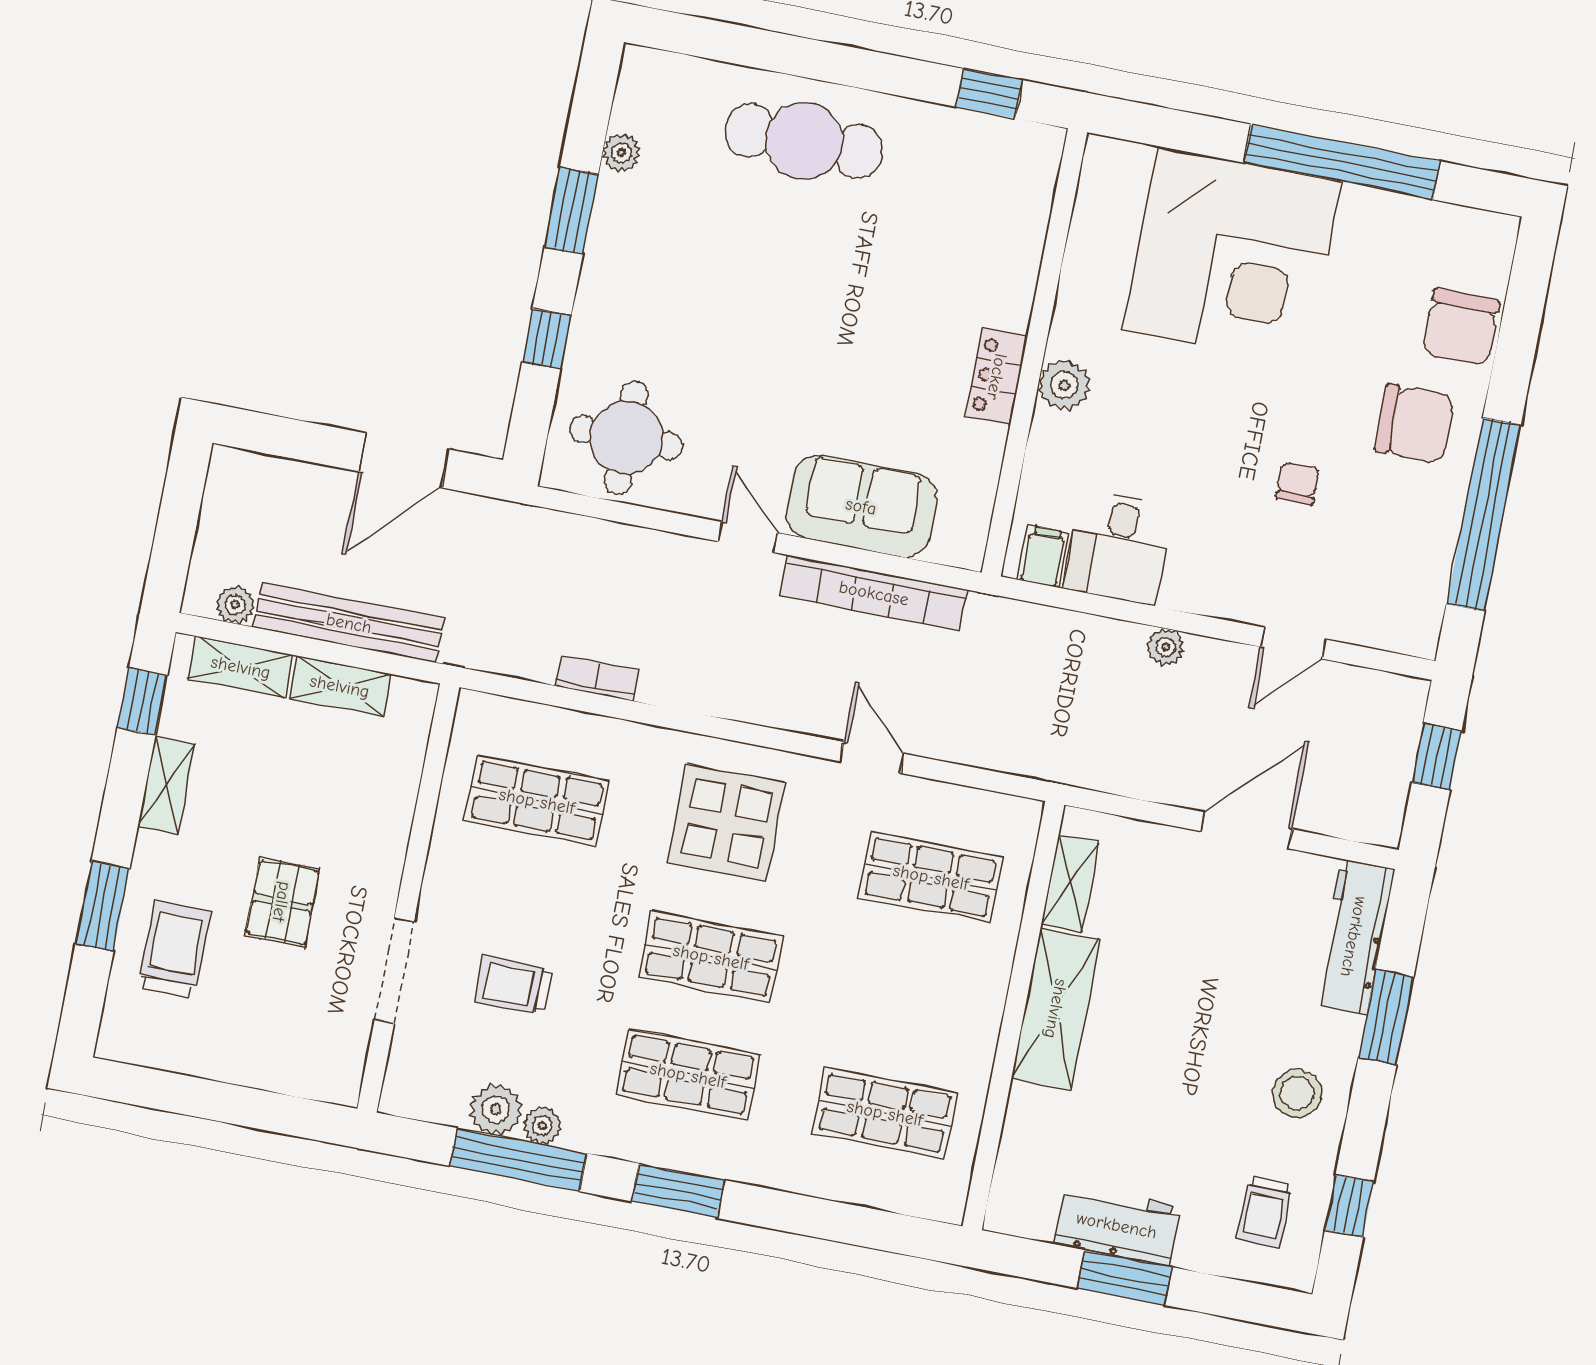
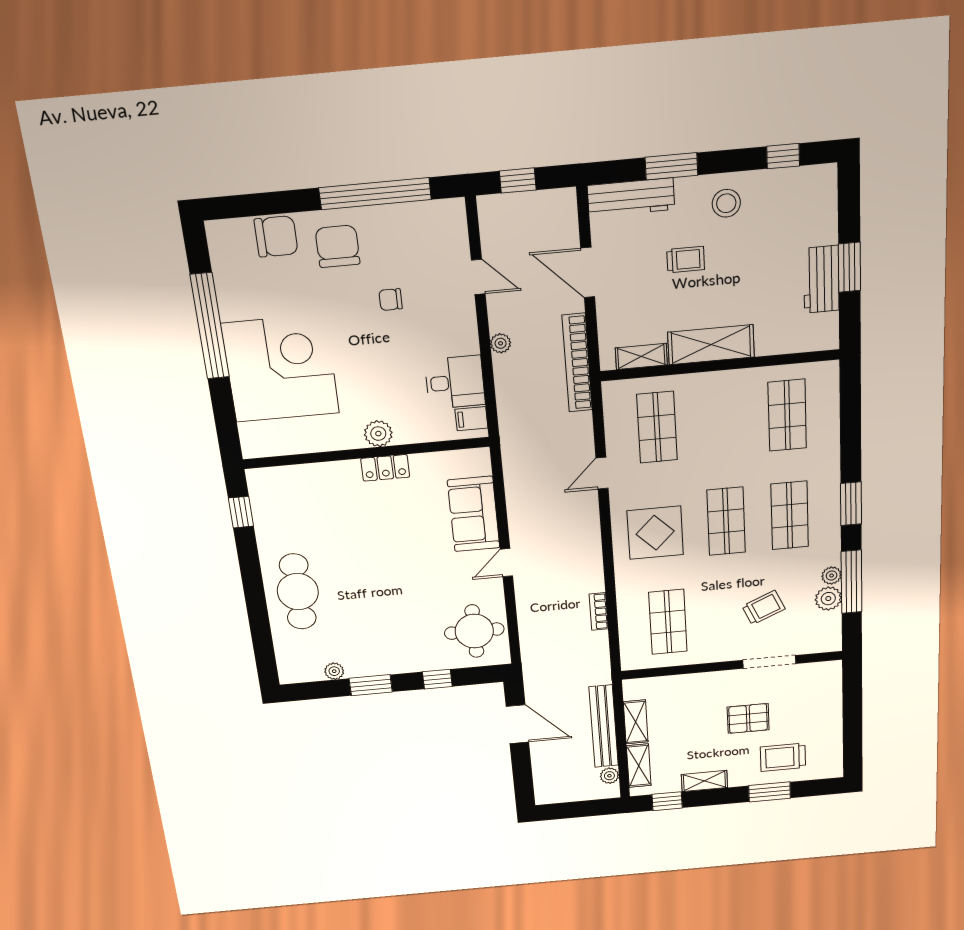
bookcase: (874, 593) -> (577, 363), moved, turned 180
trolley: (513, 985) -> (764, 608), turned -114
trolley: (1265, 1212) -> (686, 260), moved

